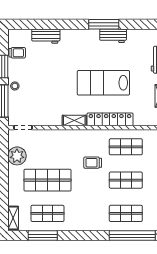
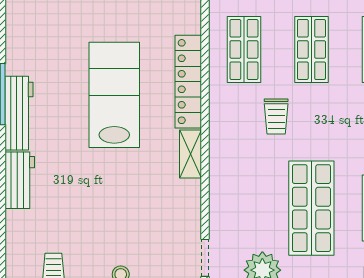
workbench: (46, 36) -> (20, 180), moved
workbench: (113, 36) -> (19, 113), moved, width x1.38
lab bench: (103, 83) -> (114, 95), turned 180

